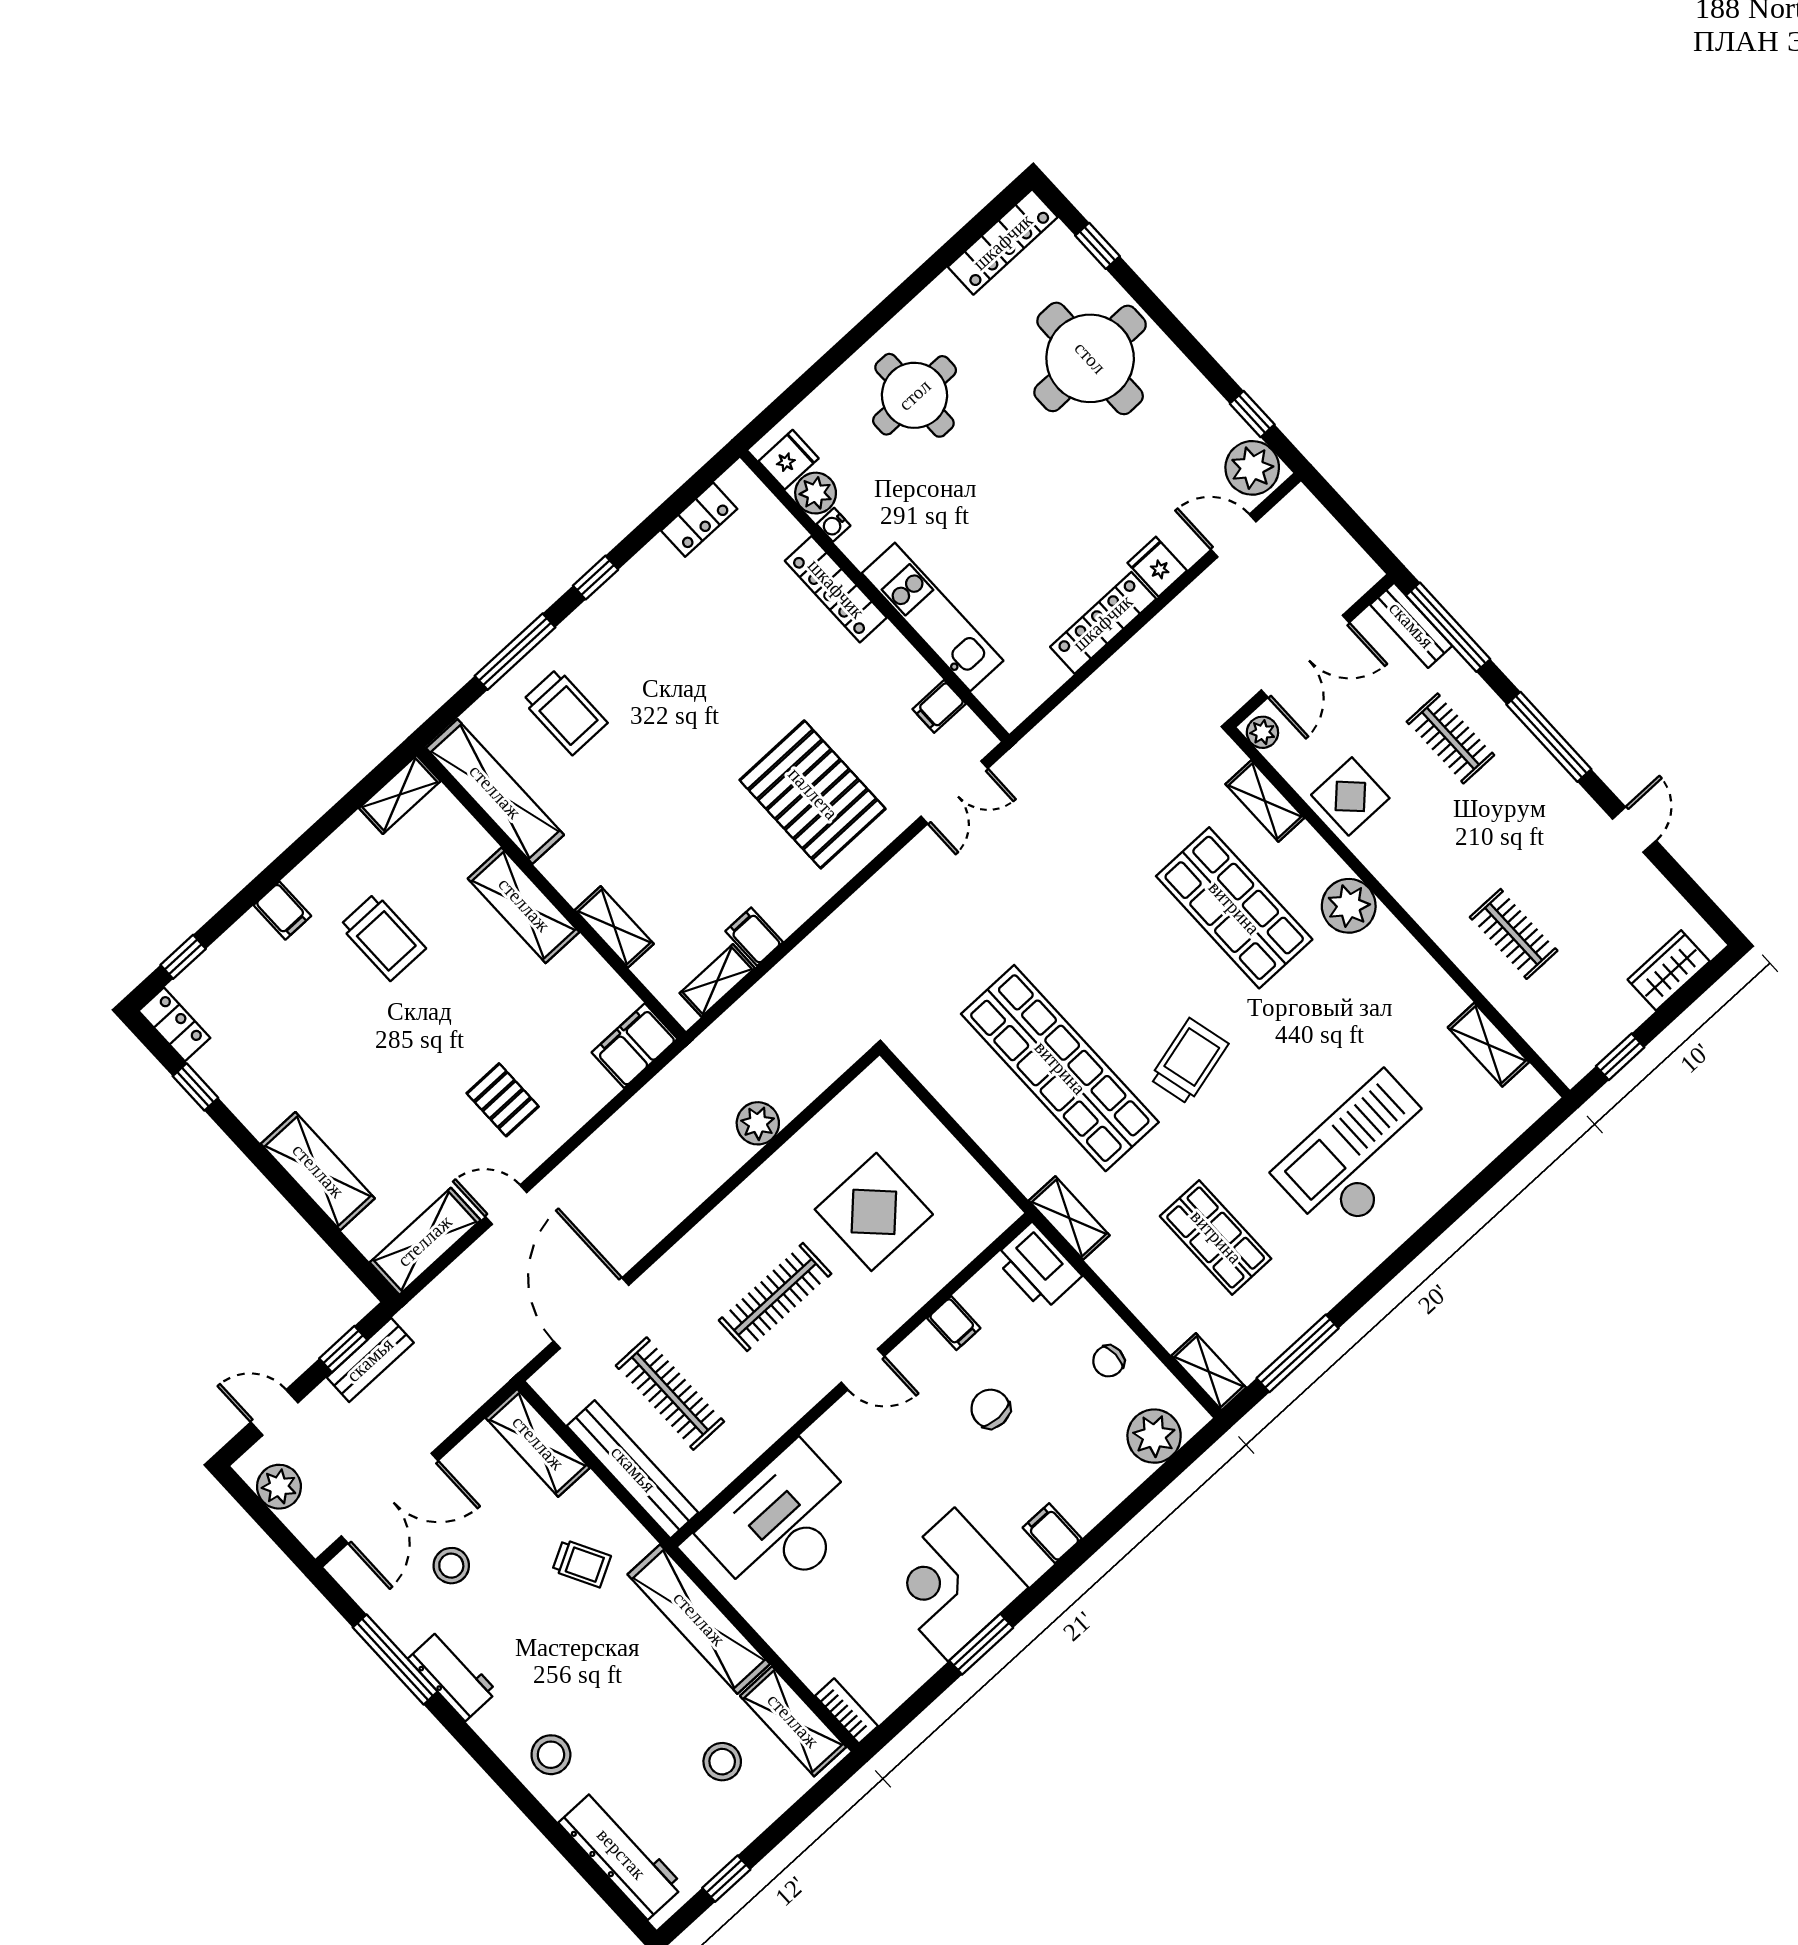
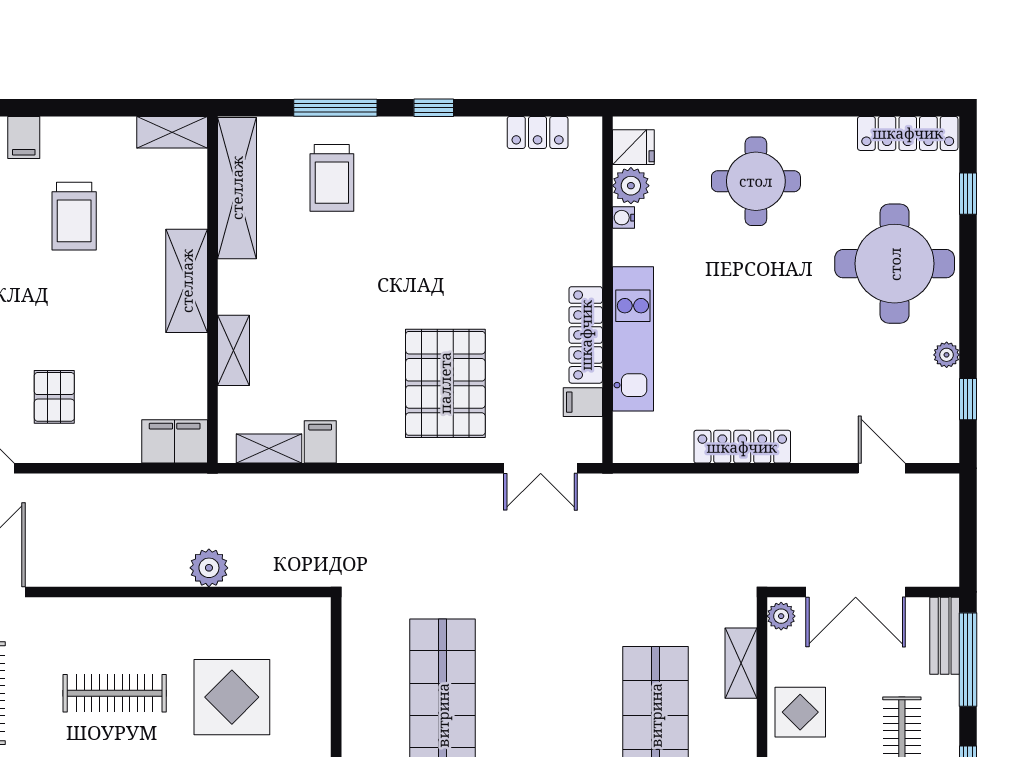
plant: (1252, 468) -> (947, 355), moved, width x0.53, depth x0.53
fridge: (1157, 567) -> (812, 442), removed
locker: (836, 589) -> (586, 335), moved

